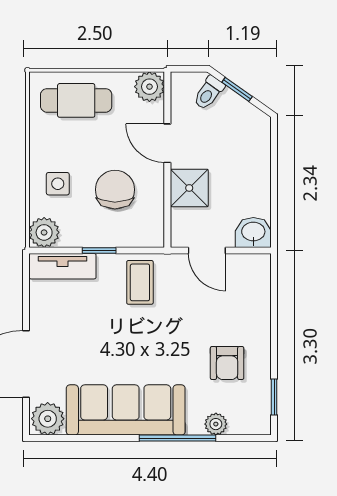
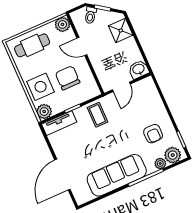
side table: (58, 184) -> (41, 87), width x1.87, depth x1.87
shower: (189, 188) -> (121, 30), moved
door: (207, 251) -> (121, 87), hinge flipped
plant: (48, 419) -> (173, 155), moved

